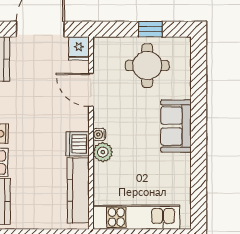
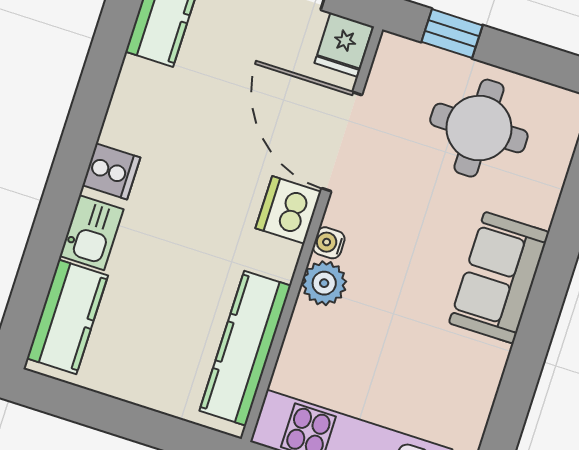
window: (150, 29) -> (452, 34), moved
door: (91, 90) -> (342, 142), width x1.36
dishwasher: (78, 144) -> (288, 210), moved

